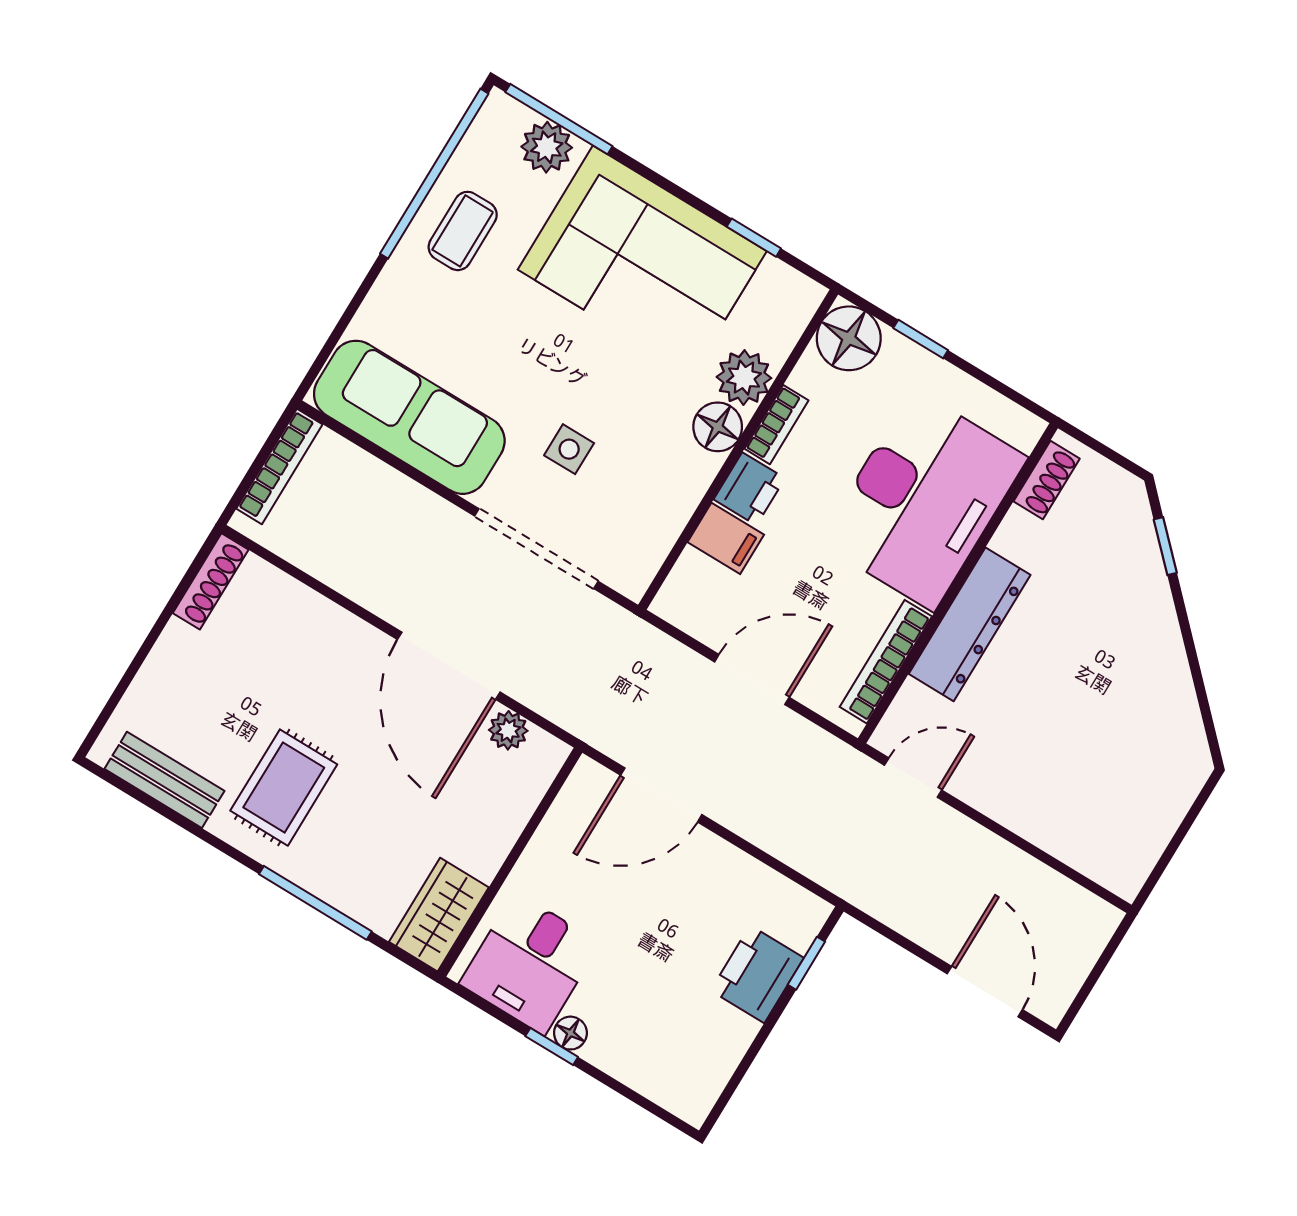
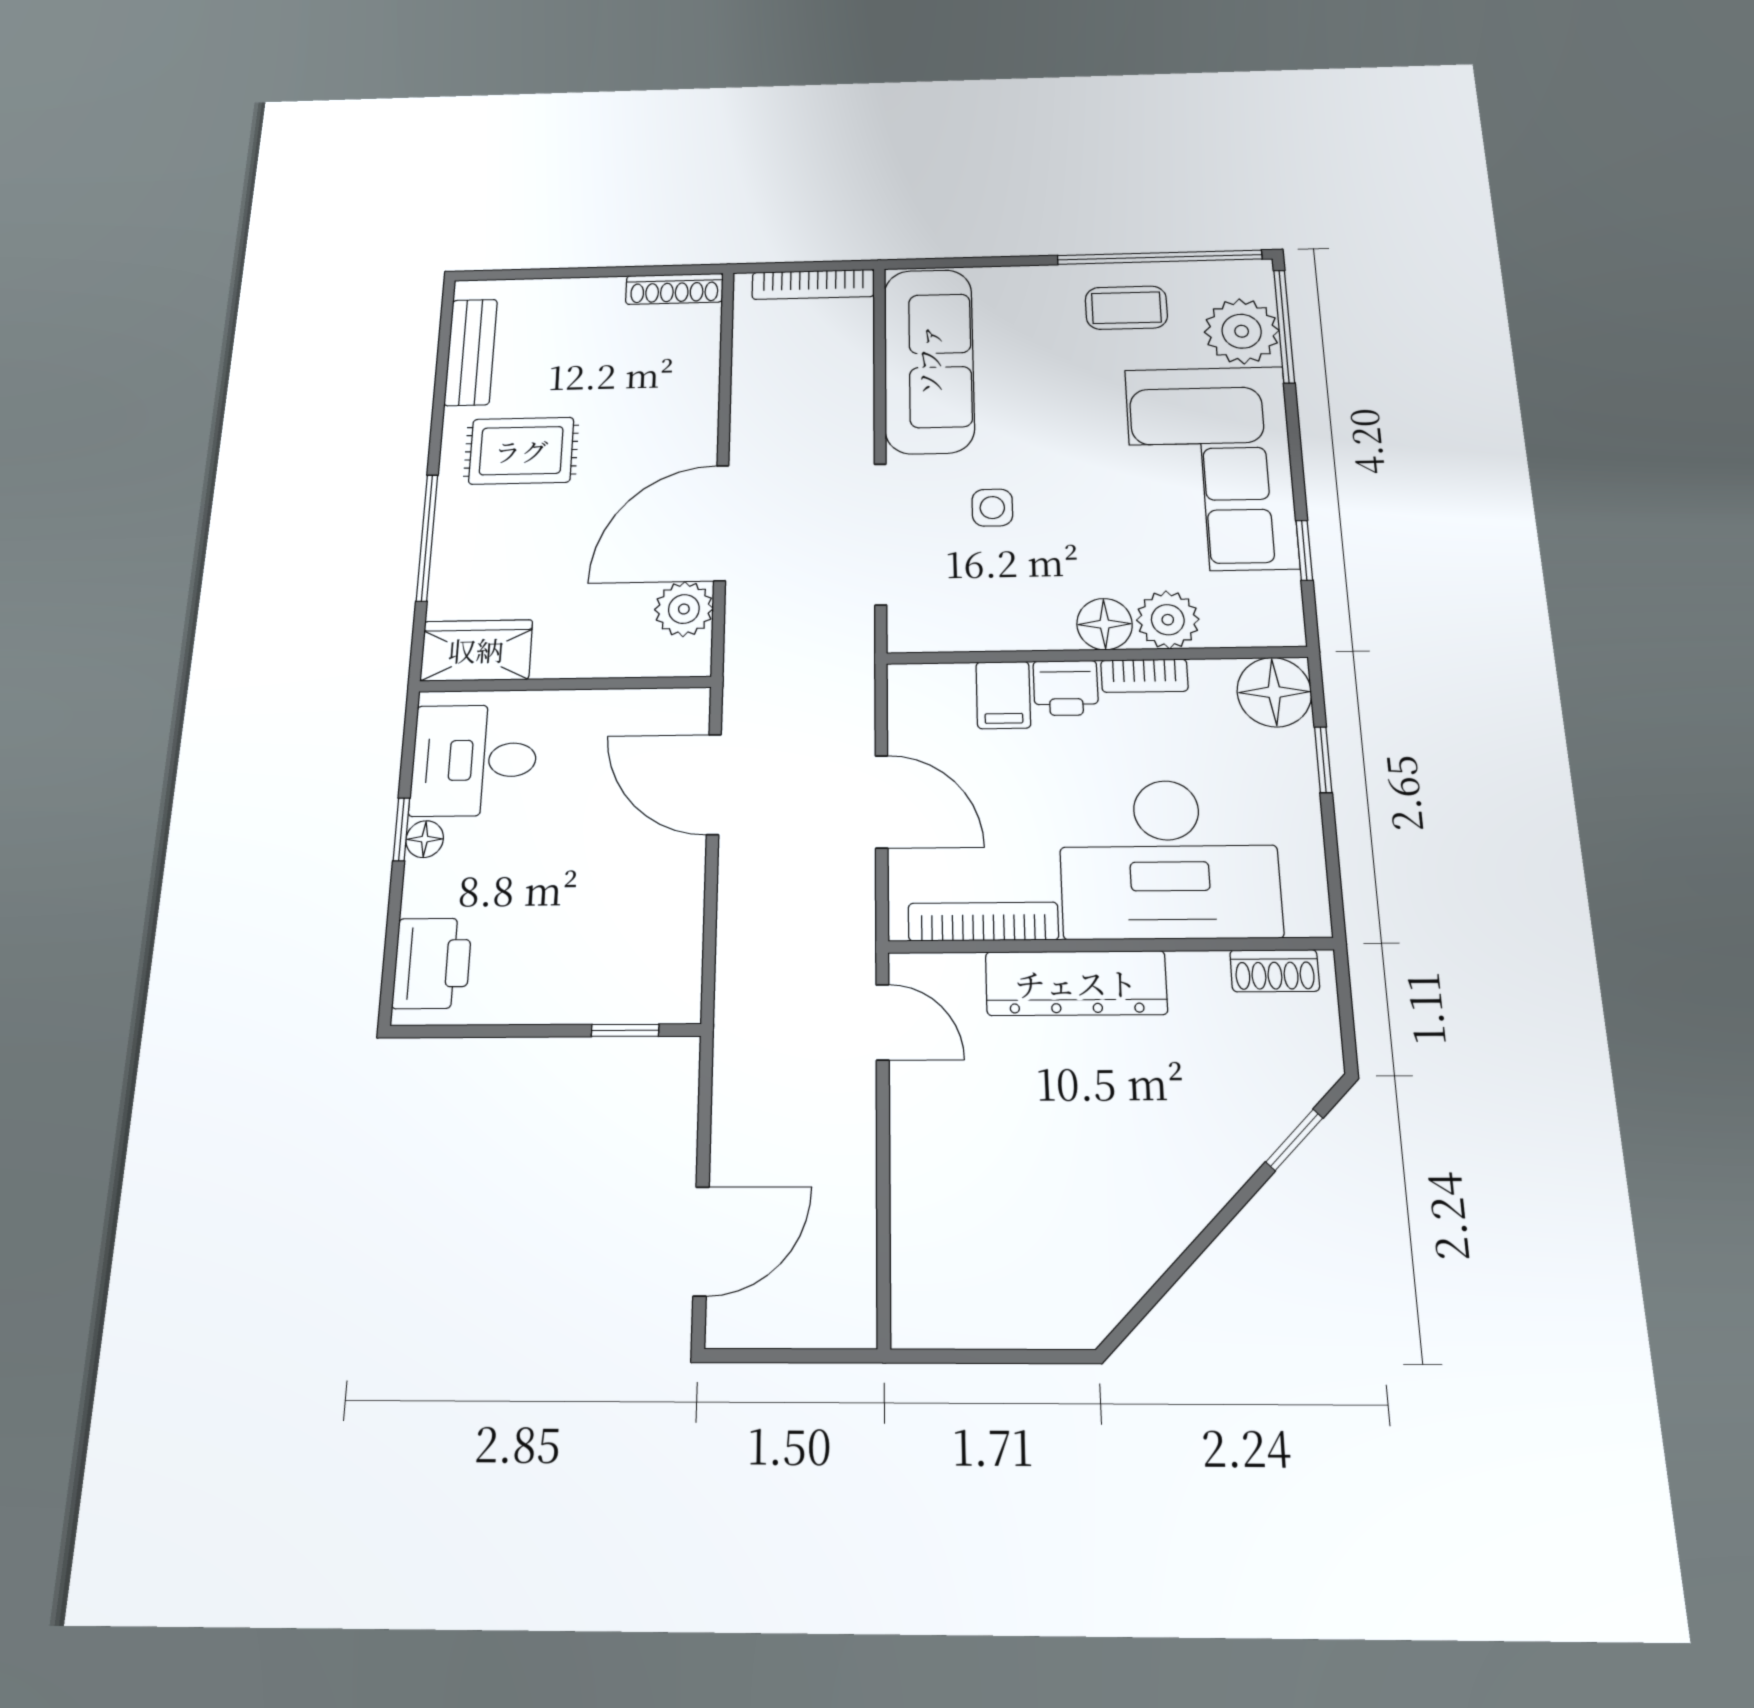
plant: (547, 147) -> (1242, 331), width x1.36, depth x1.36
plant: (508, 730) -> (684, 609), width x1.38, depth x1.38
printer: (757, 974) -> (432, 963), moved, turned 90

